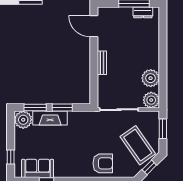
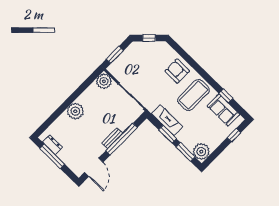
window: (94, 69) -> (122, 139), added
plant: (151, 78) -> (75, 111), moved
fireplace: (50, 118) -> (167, 120), moved
coffee table: (138, 145) -> (193, 95), moved, turned 35

